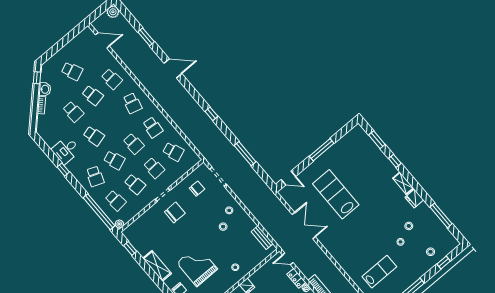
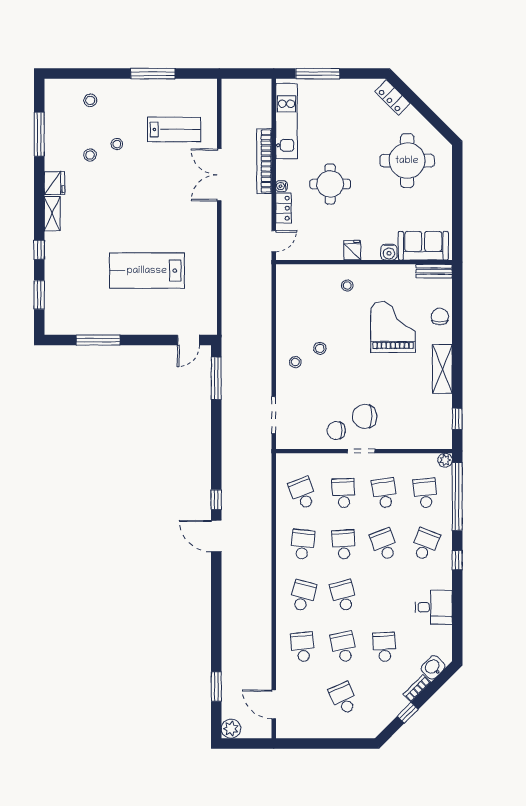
window: (146, 37) -> (216, 687), moved
door: (173, 68) -> (216, 536), moved
window: (37, 78) -> (408, 713), moved
washbasin: (45, 89) -> (433, 667), moved
school desk: (94, 136) -> (344, 596), moved
window: (322, 150) -> (98, 340), moved
window: (245, 154) -> (216, 378), moved
window: (63, 170) -> (457, 560), moved
door: (288, 178) -> (188, 340), swing flipped
chair: (197, 189) -> (336, 430), moved
lab bench: (336, 194) -> (147, 271), turned 90
double door: (304, 226) -> (219, 175), moved
bench: (262, 238) -> (283, 294), removed
door: (288, 259) -> (274, 241), hinge flipped
window: (444, 262) -> (85, 74), removed
grand piano: (197, 266) -> (393, 327), turned 180
lab bench: (379, 272) -> (174, 129), turned 180

